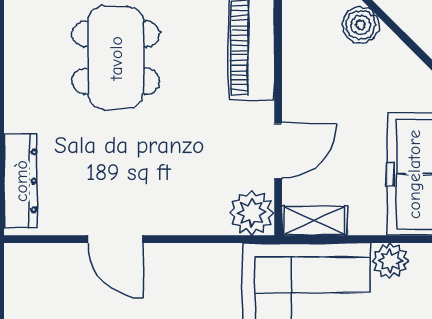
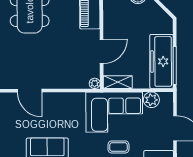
plant: (252, 213) -> (95, 83), width x0.53, depth x0.53

